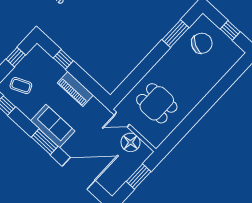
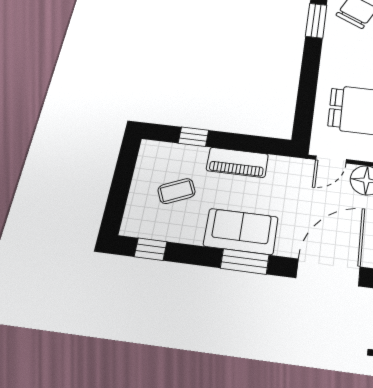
window: (16, 57) -> (123, 175), removed
coffee table: (21, 86) -> (177, 191), moved

